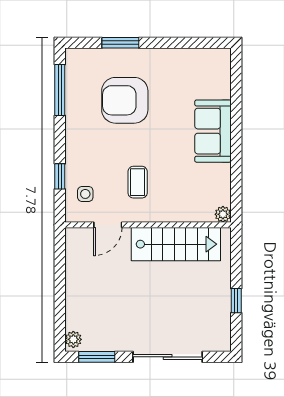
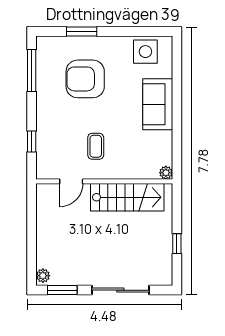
side table: (85, 194) -> (145, 52), moved, width x1.87, depth x1.87

